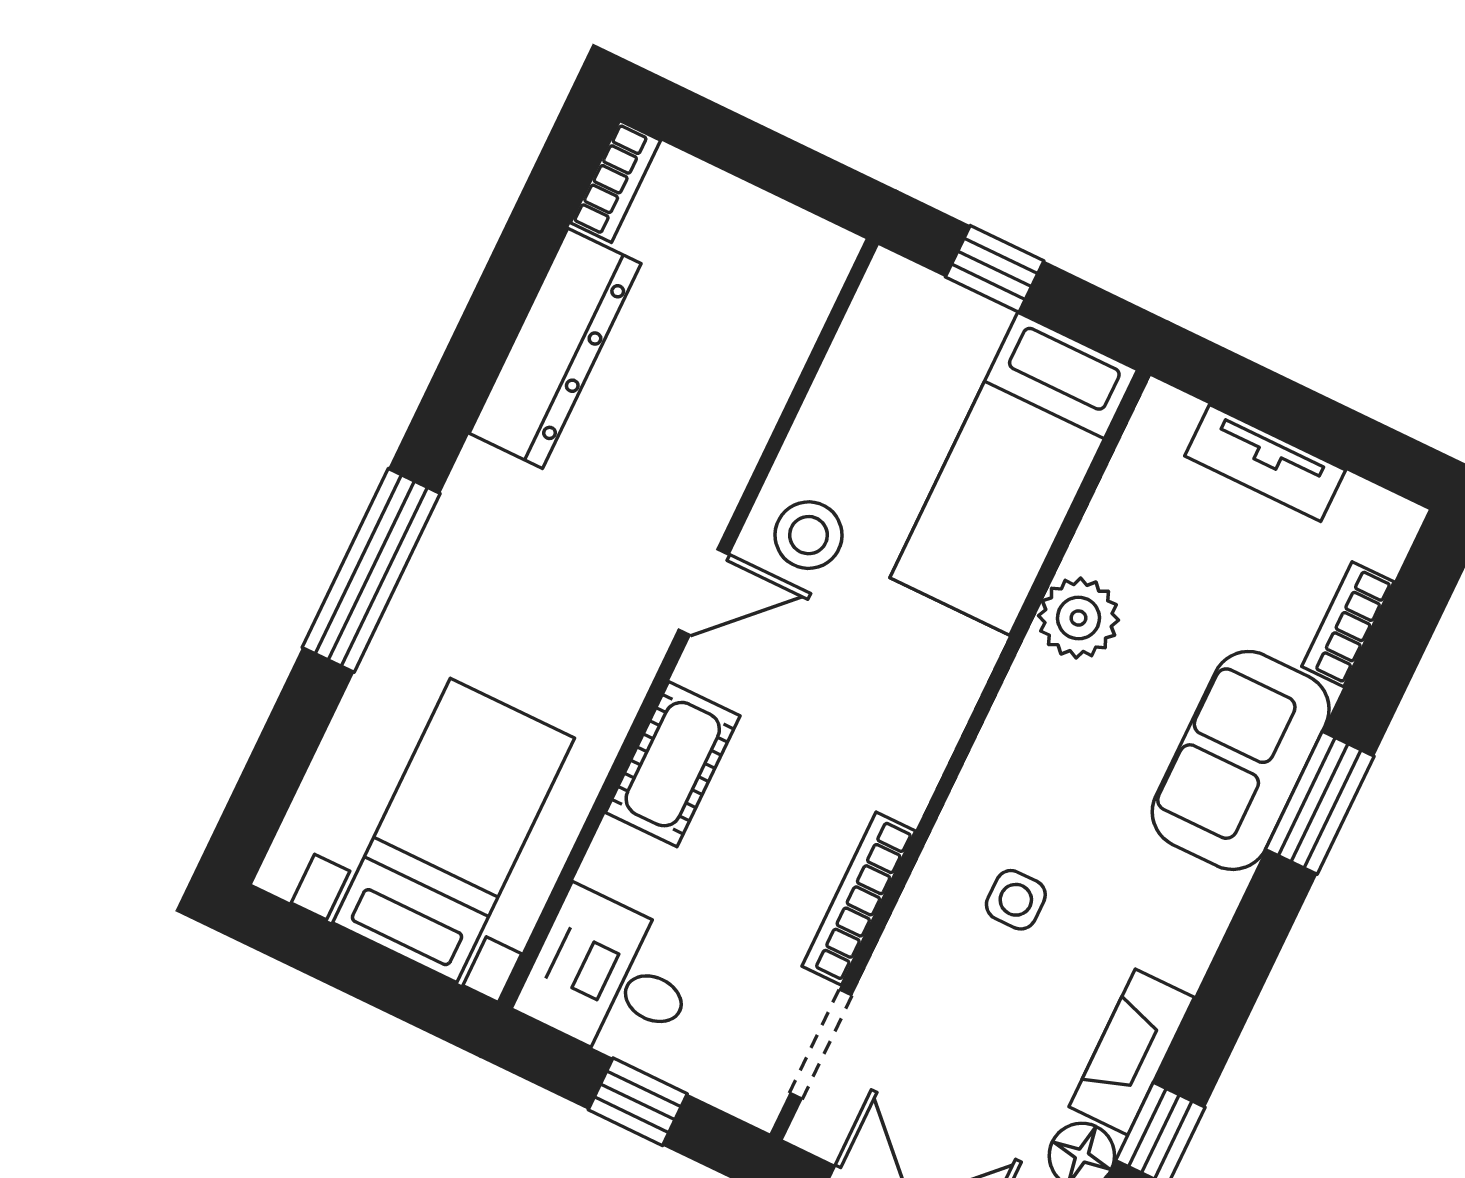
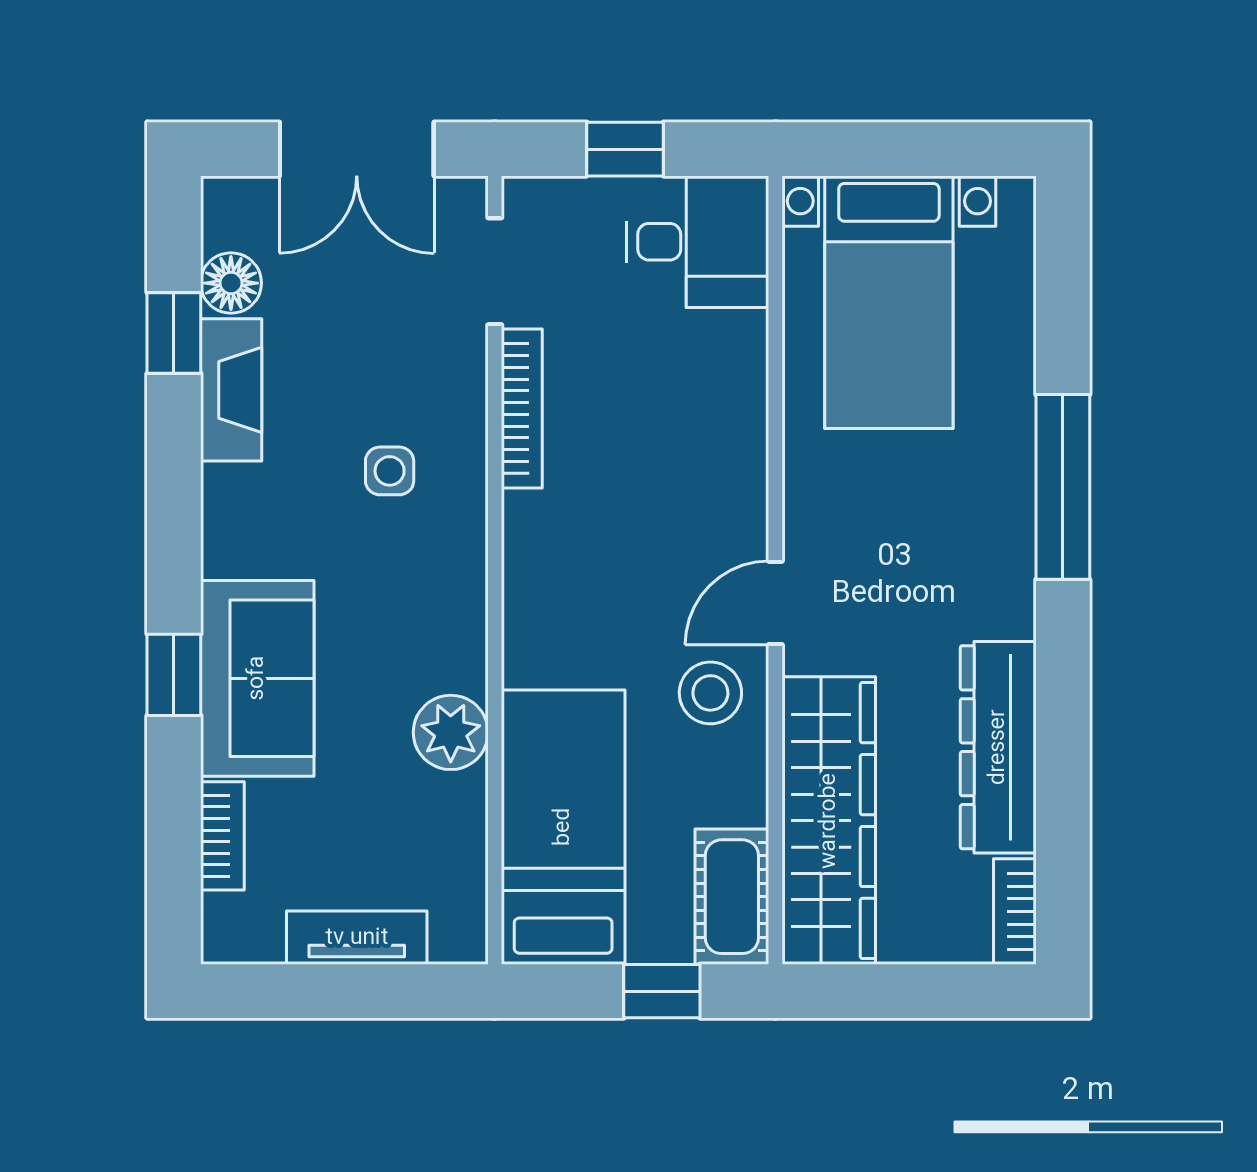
wardrobe: (754, 356) -> (829, 821), added
cot: (673, 764) -> (732, 897), moved
window: (1320, 803) -> (174, 675), width x0.67

